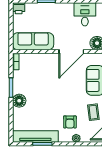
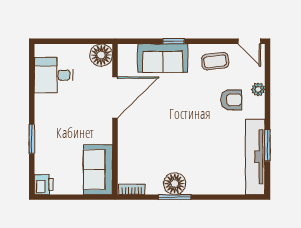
sofa: (33, 41) -> (98, 170), width x0.73
door: (71, 52) -> (115, 97), hinge flipped
floor lamp: (19, 101) -> (175, 184), moved

